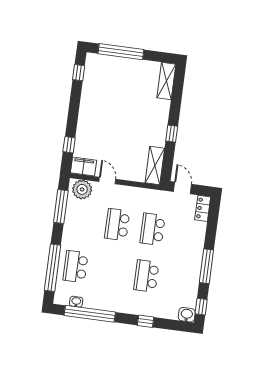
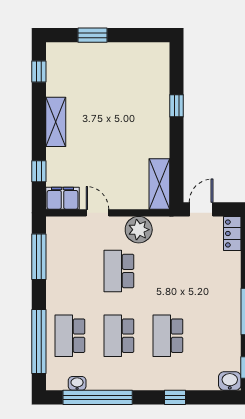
window: (121, 52) -> (92, 35), width x0.47
shelving: (166, 81) -> (56, 122), moved
window: (172, 134) -> (176, 106), moved
door: (182, 188) -> (201, 209), hinge flipped
plant: (82, 189) -> (139, 230), moved
school desk: (153, 229) -> (119, 336), moved

